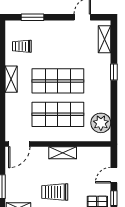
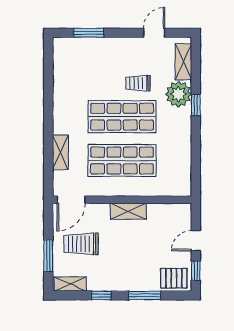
trolley: (22, 46) -> (138, 83), moved
shelving: (11, 79) -> (60, 152), moved
plant: (101, 123) -> (178, 94), moved
trolley: (55, 192) -> (81, 244), moved

